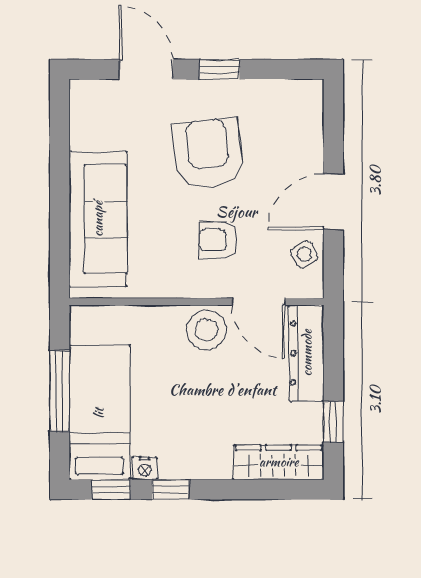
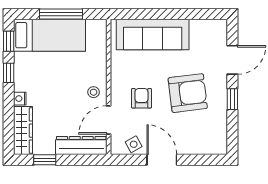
stool: (206, 330) -> (94, 92), width x0.53, depth x0.53
nightstand: (145, 468) -> (20, 99), moved

